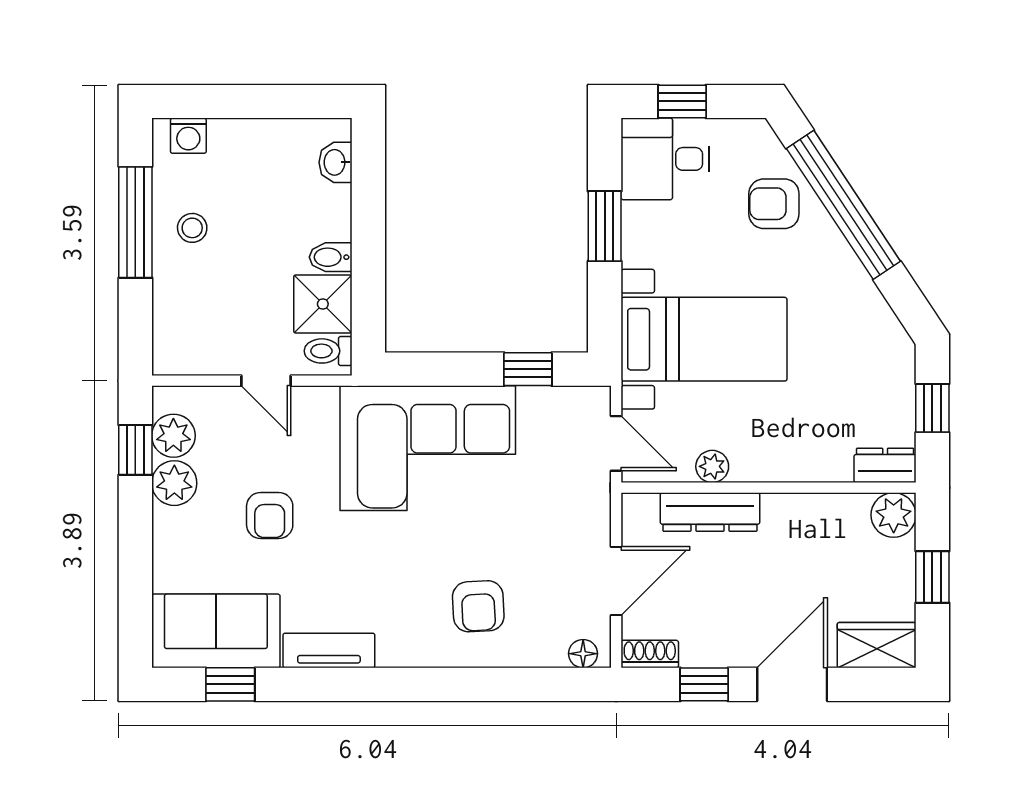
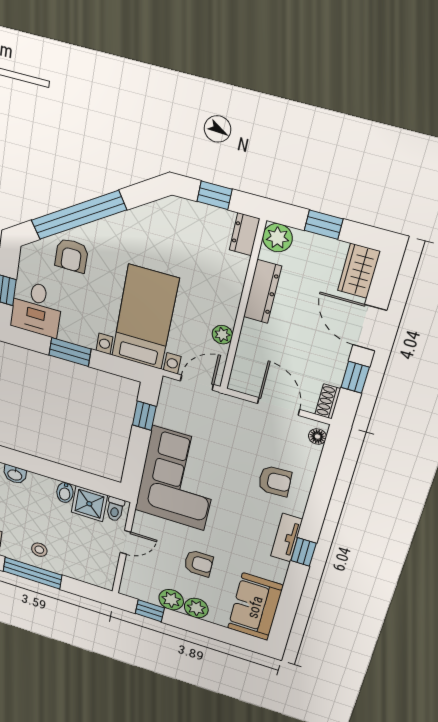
plant: (173, 436) -> (196, 608), moved
dresser: (710, 512) -> (262, 292), moved
tv unit: (329, 651) -> (287, 538), moved
window: (230, 684) -> (303, 552), moved

